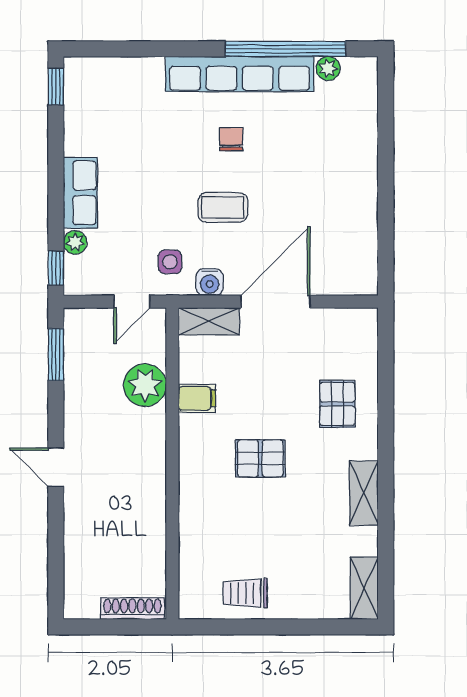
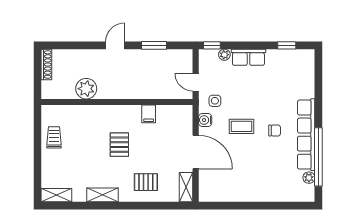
window: (56, 86) -> (287, 45), moved
coffee table: (223, 207) -> (241, 126), turned 90
shelving: (209, 321) -> (186, 187), moved
window: (56, 355) -> (154, 45), moved
plant: (145, 385) -> (86, 89), moved
shoe rack: (132, 609) -> (46, 65), moved

